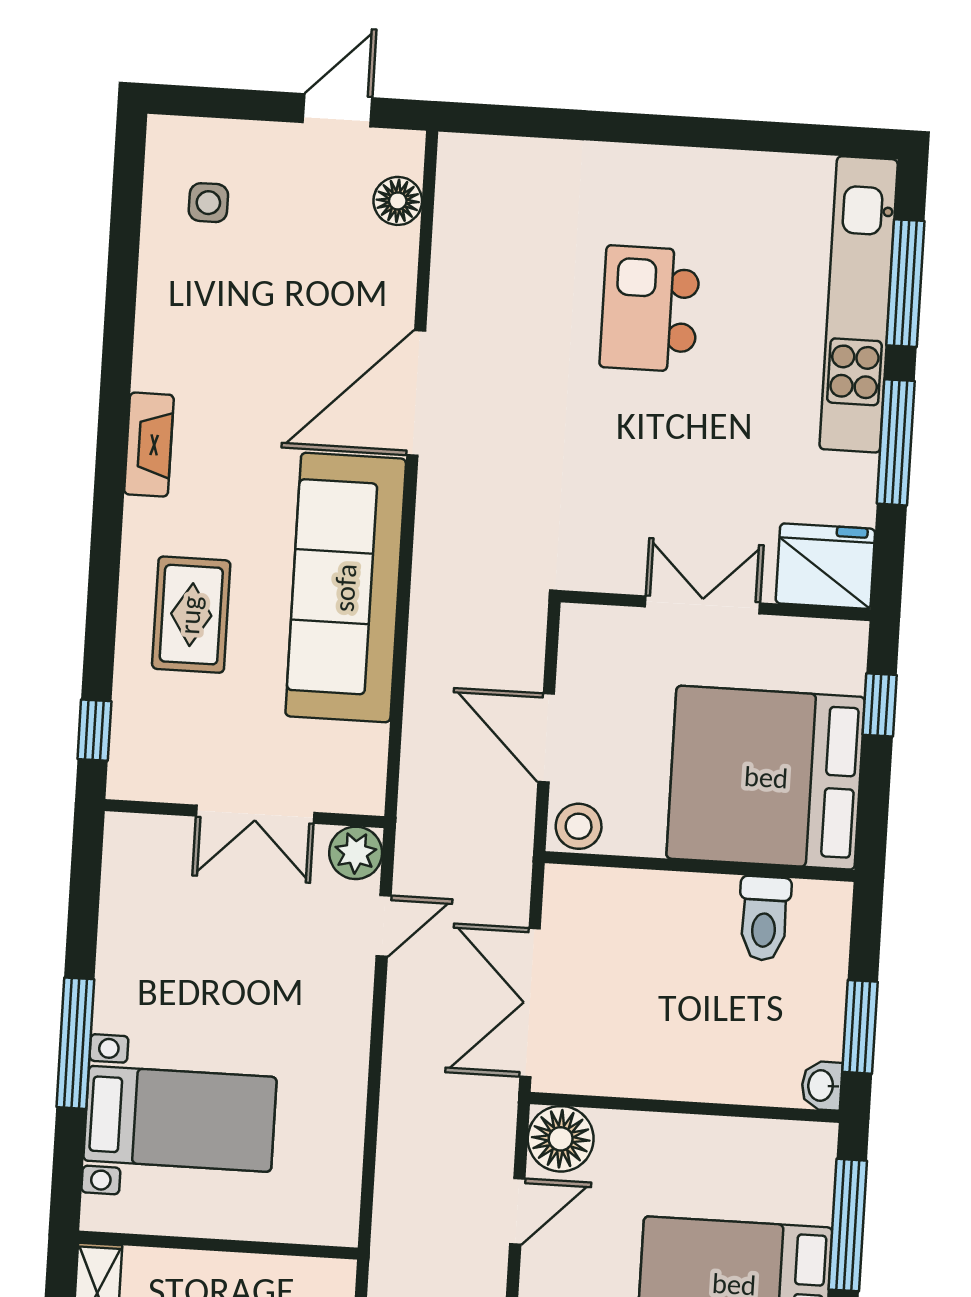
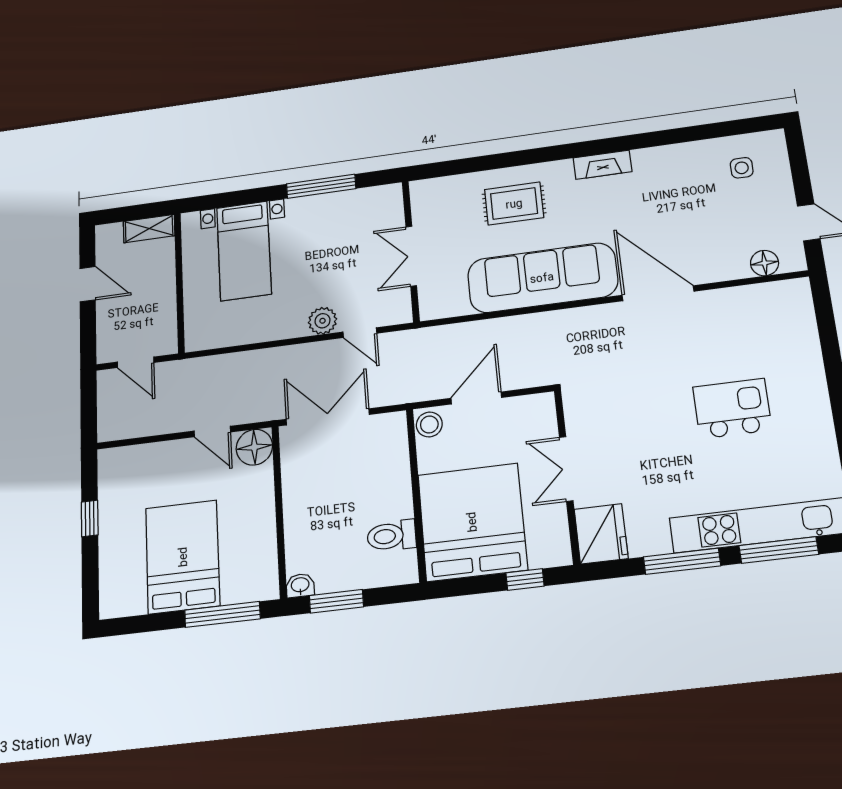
double door: (703, 605) -> (566, 469), swing flipped
window: (94, 730) -> (444, 169), removed
plant: (356, 853) -> (323, 321), moved
window: (75, 1043) -> (321, 186), moved

